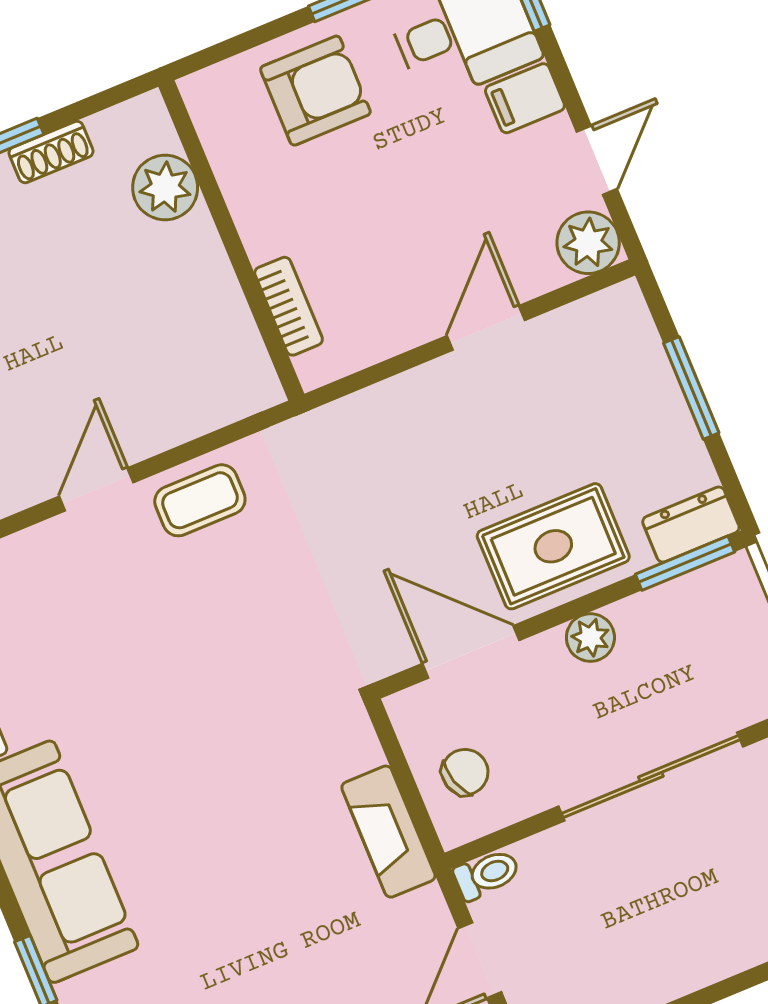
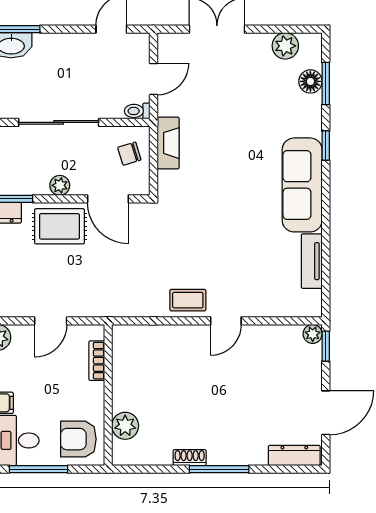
plant: (165, 188) -> (125, 426), moved
wall: (231, 240) -> (108, 395), moved
bookcase: (289, 306) -> (97, 361), moved

